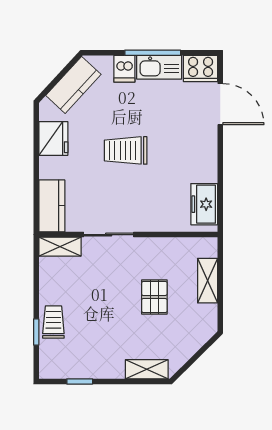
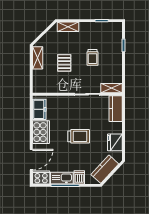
door: (220, 104) -> (31, 160), swing flipped
cooker: (201, 159) -> (41, 132), added
shelving: (208, 281) -> (38, 58), moved
trolley: (53, 322) -> (93, 57), moved

